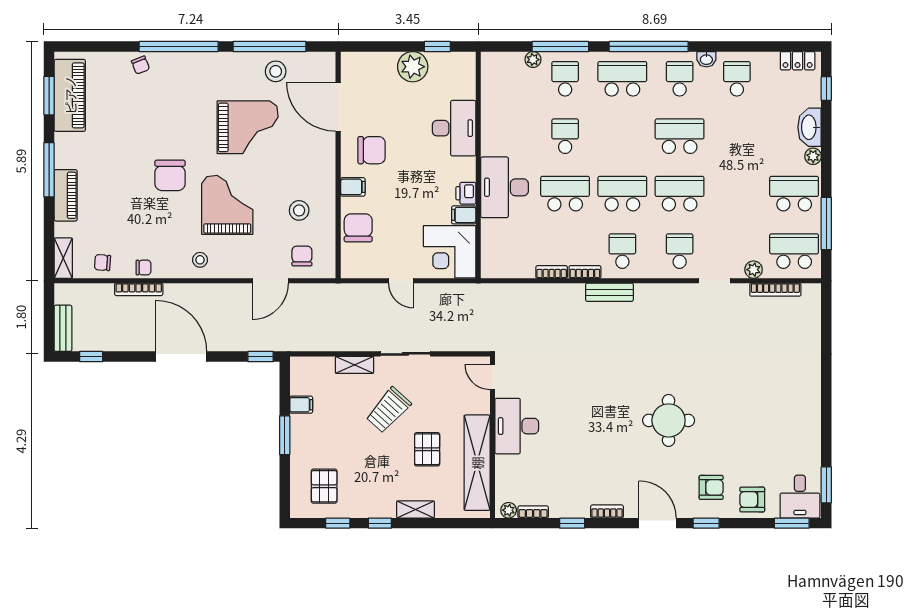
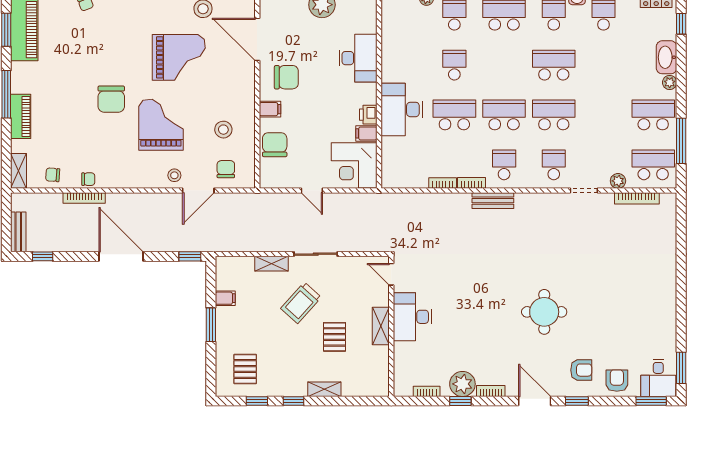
stool: (200, 260) -> (174, 175), moved
shelving: (477, 463) -> (381, 326), width x0.45, depth x0.75
armchair: (752, 500) -> (617, 381), turned 90
plant: (509, 510) -> (462, 384), moved, width x1.88, depth x1.88

